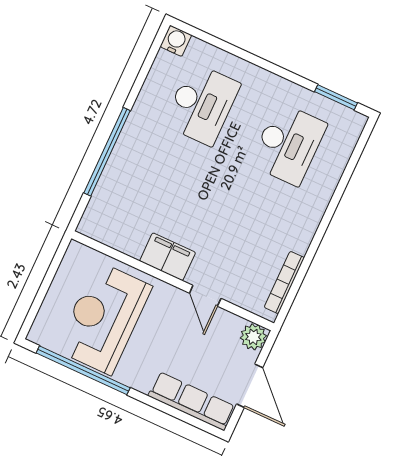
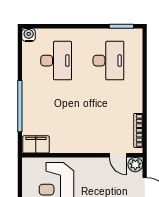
filing cabinet: (168, 257) -> (36, 144), moved
door: (205, 296) -> (118, 155), moved

